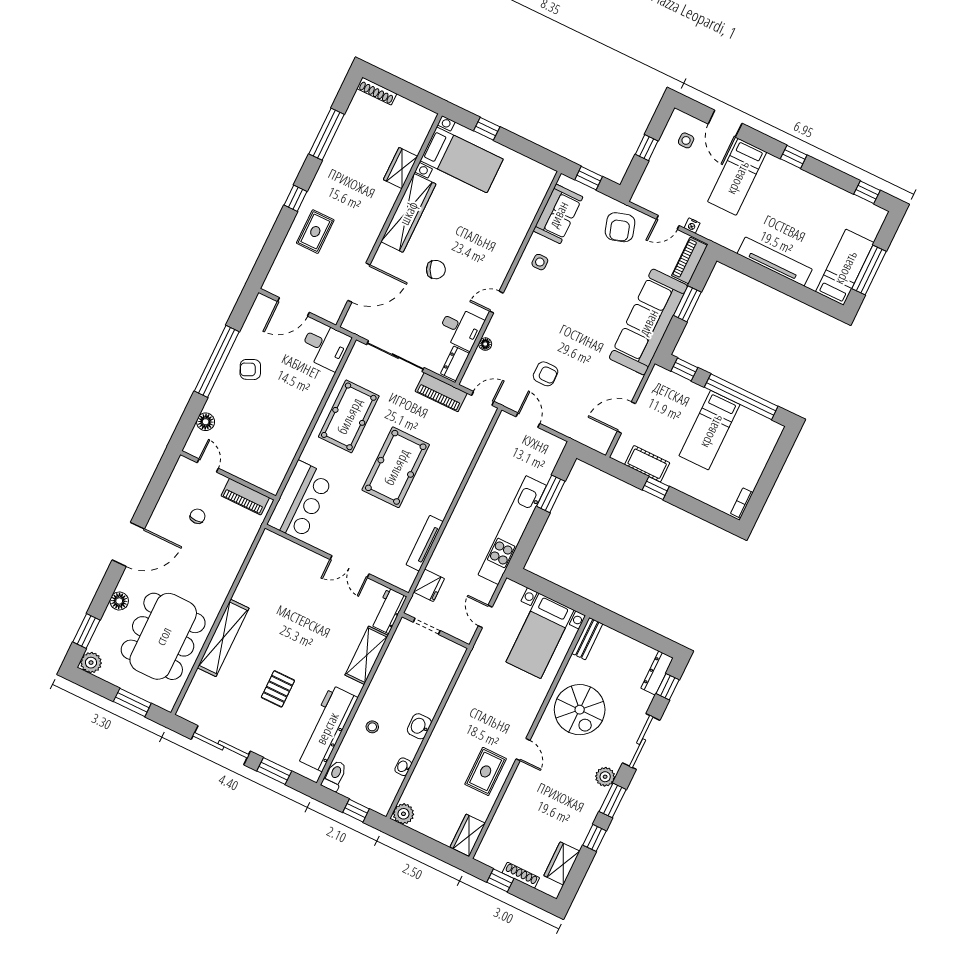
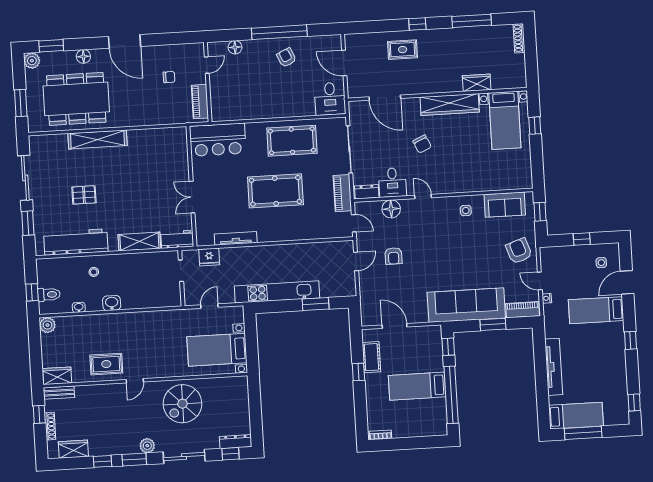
armchair: (620, 227) -> (519, 251), turned 88
floor lamp: (485, 344) -> (391, 209), width x1.89, depth x1.89
bench: (587, 639) -> (59, 393), moved
toilet: (334, 776) -> (49, 295), moved

